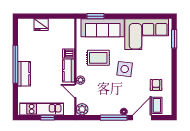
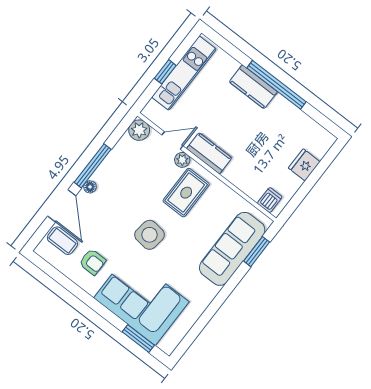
corner sofa: (147, 34) -> (141, 300), moved, turned 90
dishwasher: (68, 54) -> (270, 200), moved
rug: (98, 58) -> (186, 193), moved

